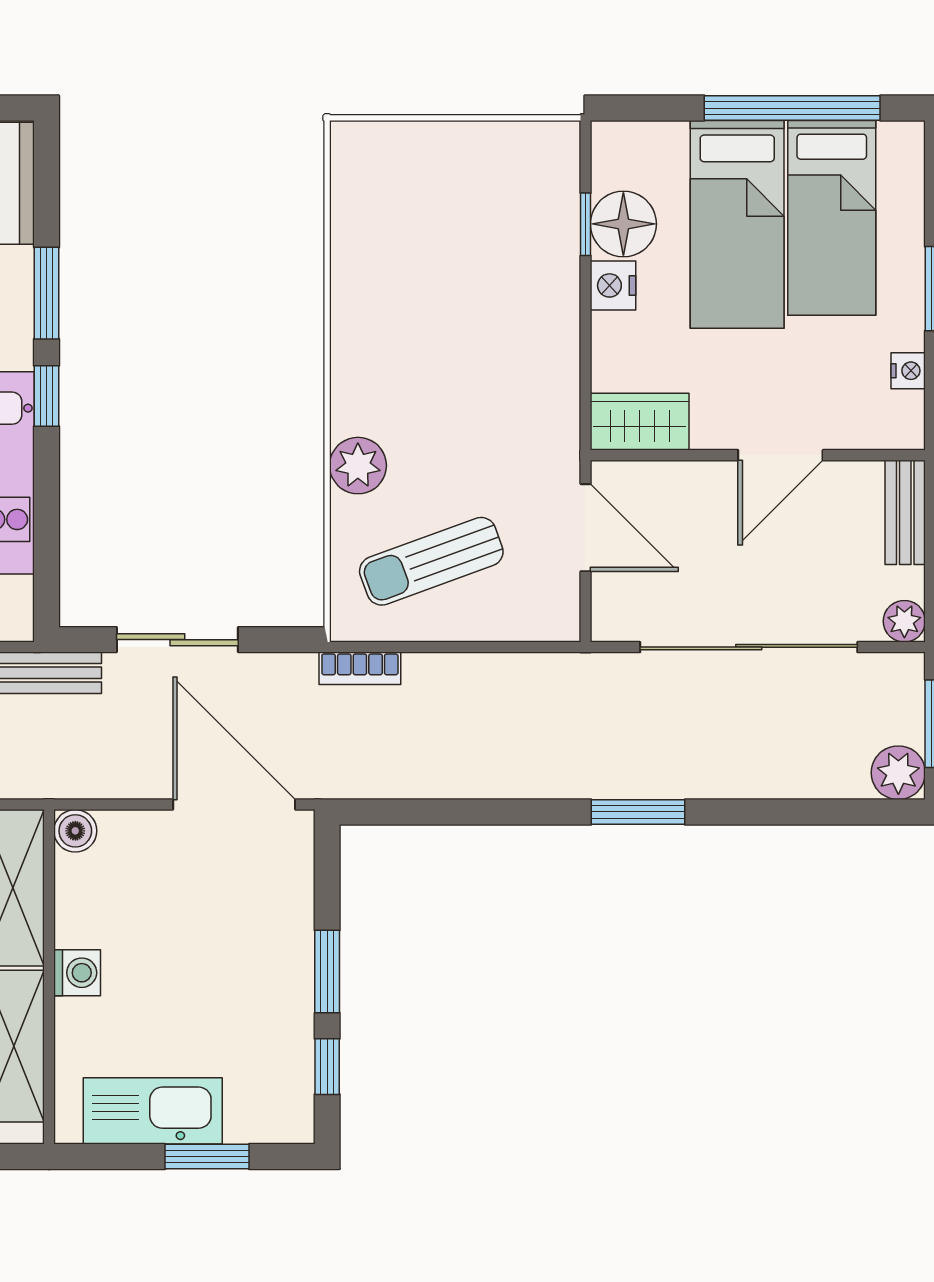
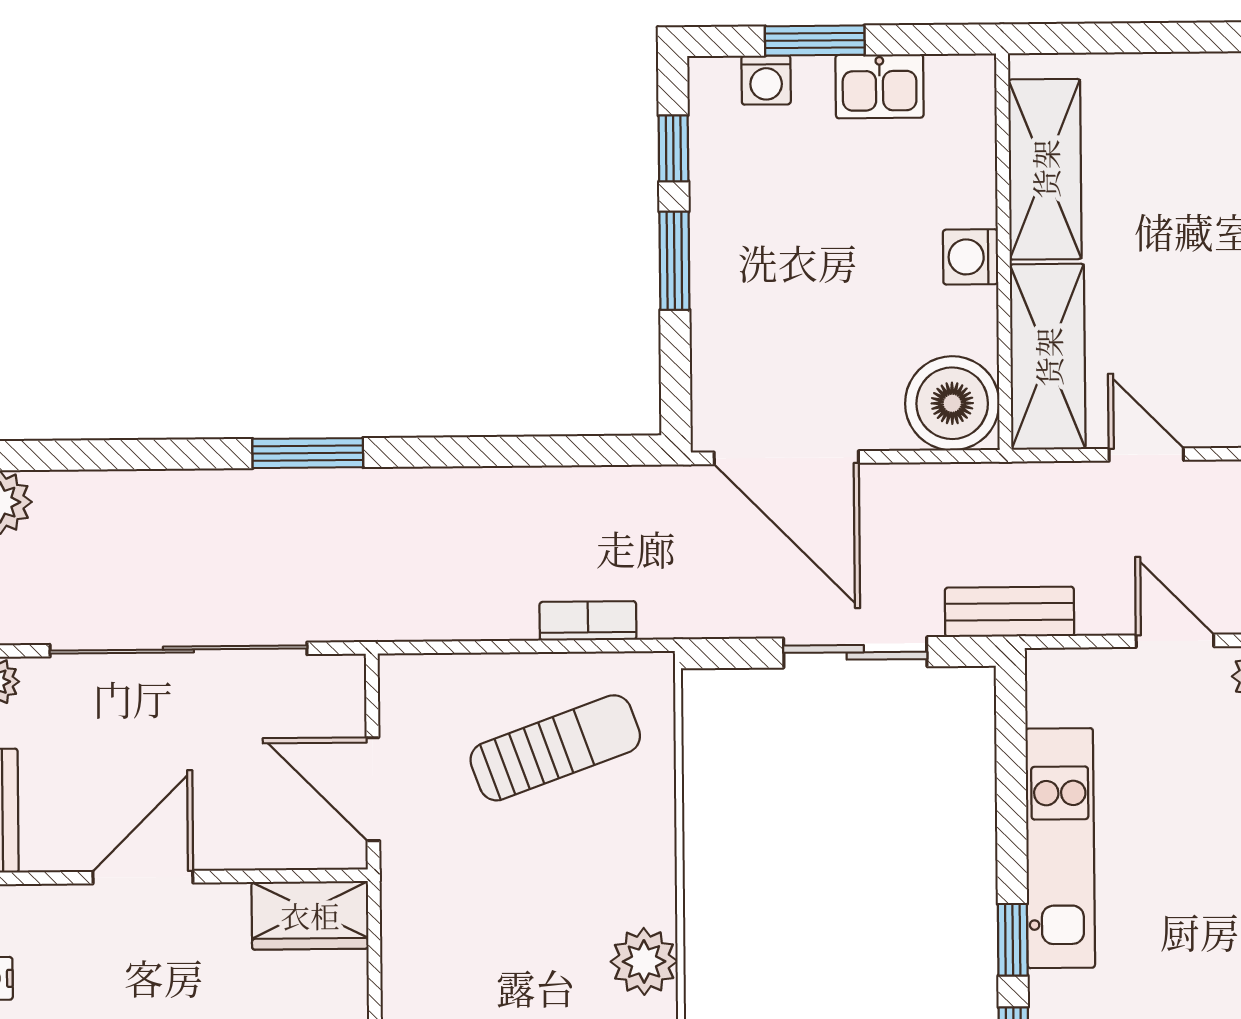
plant: (358, 466) -> (644, 961), moved
bookcase: (360, 668) -> (588, 621), moved
boiler: (75, 831) -> (952, 403), width x1.86, depth x1.86
kitchen sink: (153, 1111) -> (880, 86), width x0.53, depth x0.81
washing machine: (248, 1124) -> (766, 80), added

